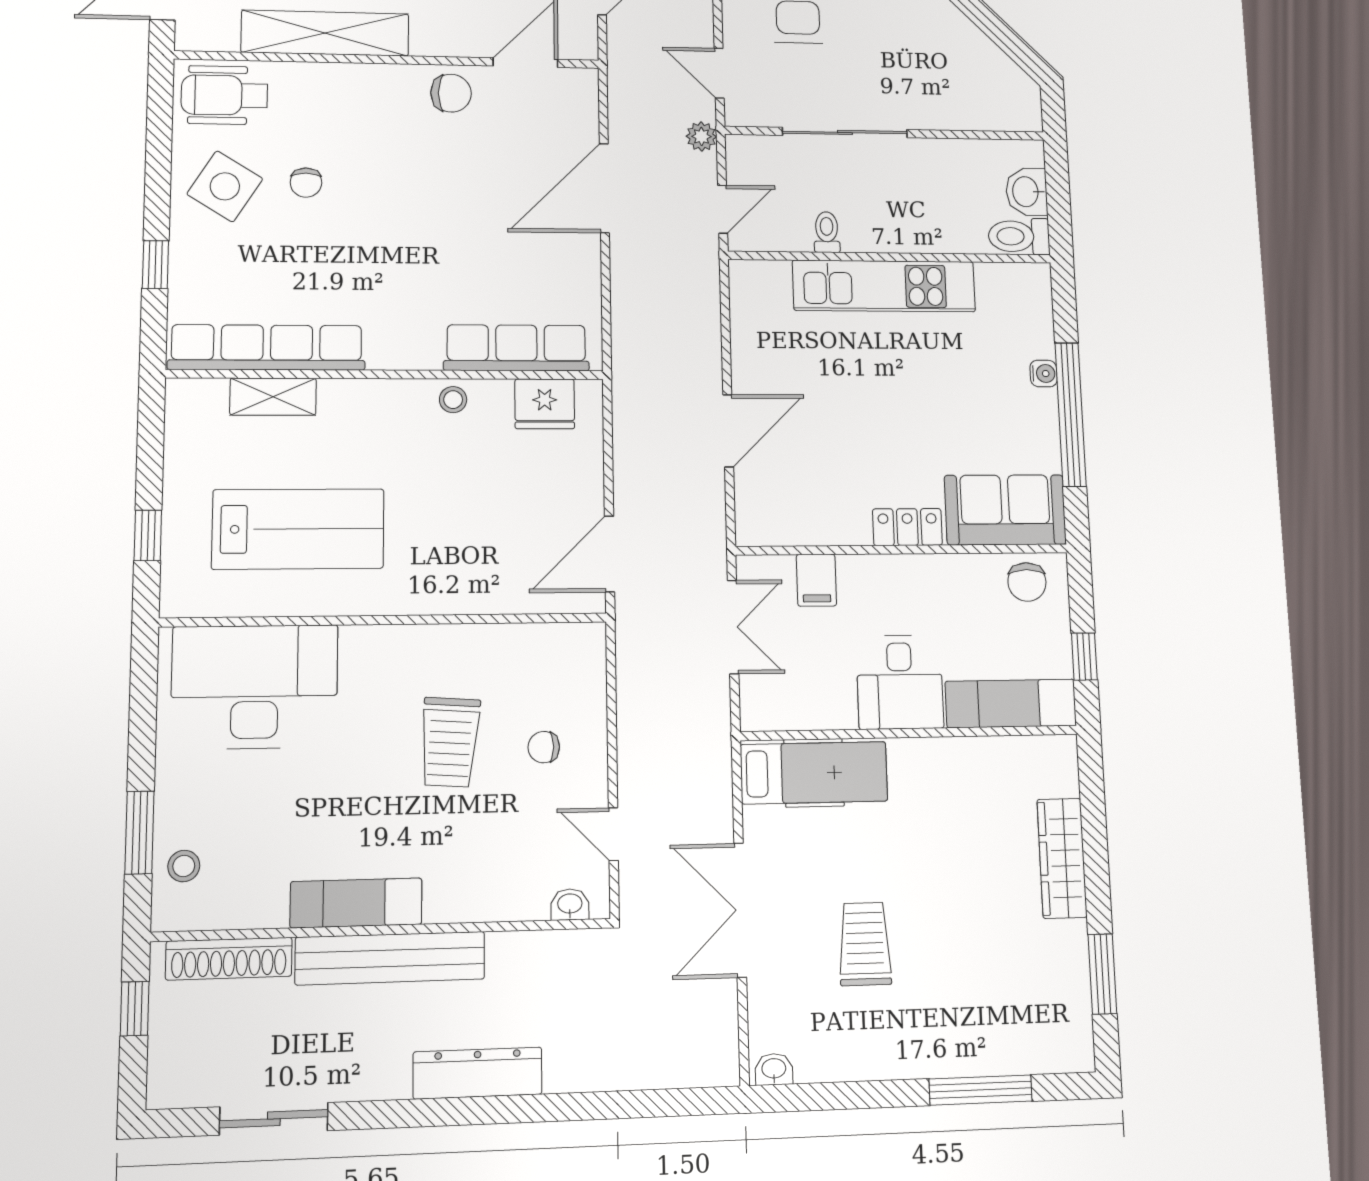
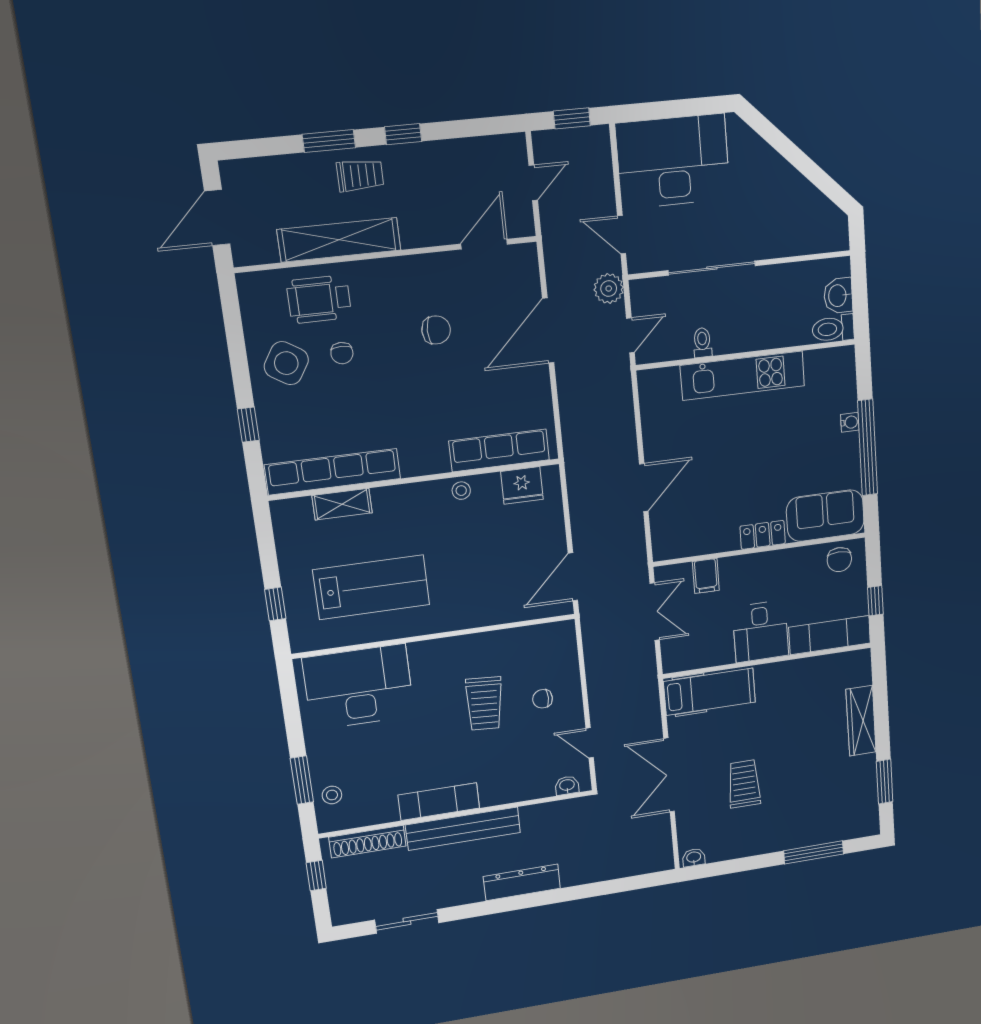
chair: (451, 93) -> (436, 330), moved
wheelchair: (224, 95) -> (319, 299), moved
plant: (701, 136) -> (609, 289), width x1.38, depth x1.38

